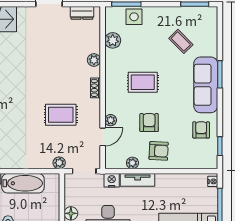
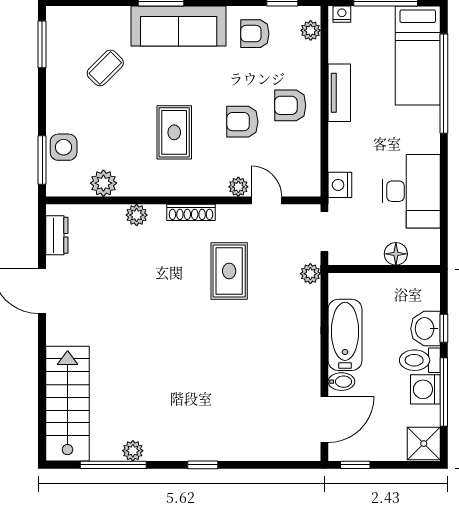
shoe rack: (95, 88) -> (191, 212), width x1.43
armchair: (159, 151) -> (290, 105), turned -93
plant: (132, 163) -> (311, 30), moved
tv unit: (138, 180) -> (339, 93), moved

